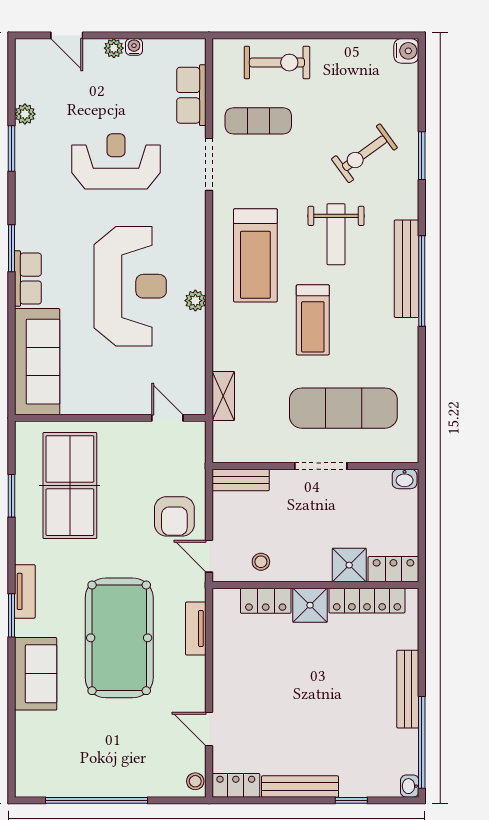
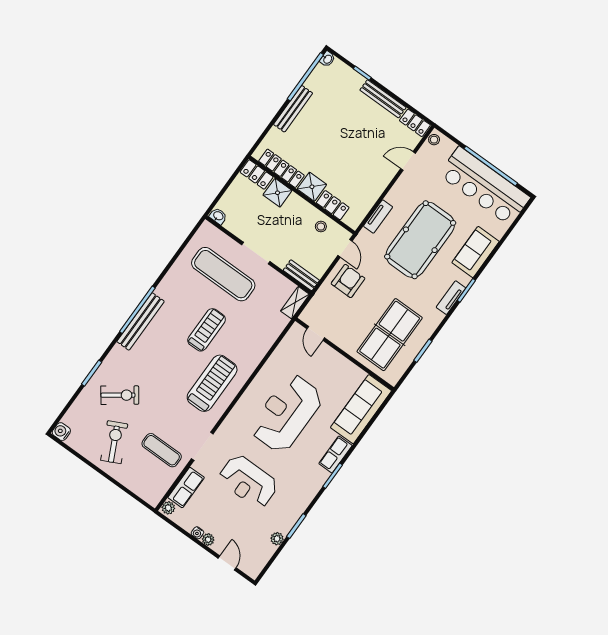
exercise bike: (277, 63) -> (114, 442), moved, turned 64
weight bench: (336, 234) -> (164, 365), removed
plant: (195, 301) -> (168, 508), moved
shelving: (223, 396) -> (295, 303), moved
door: (209, 729) -> (408, 161), swing flipped
bar counter: (86, 768) -> (484, 186), added

